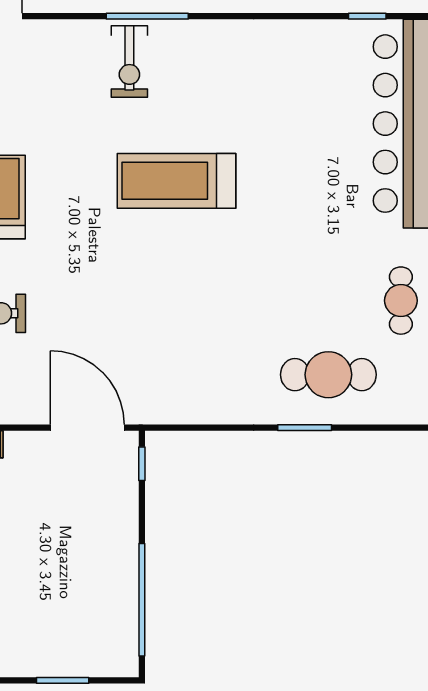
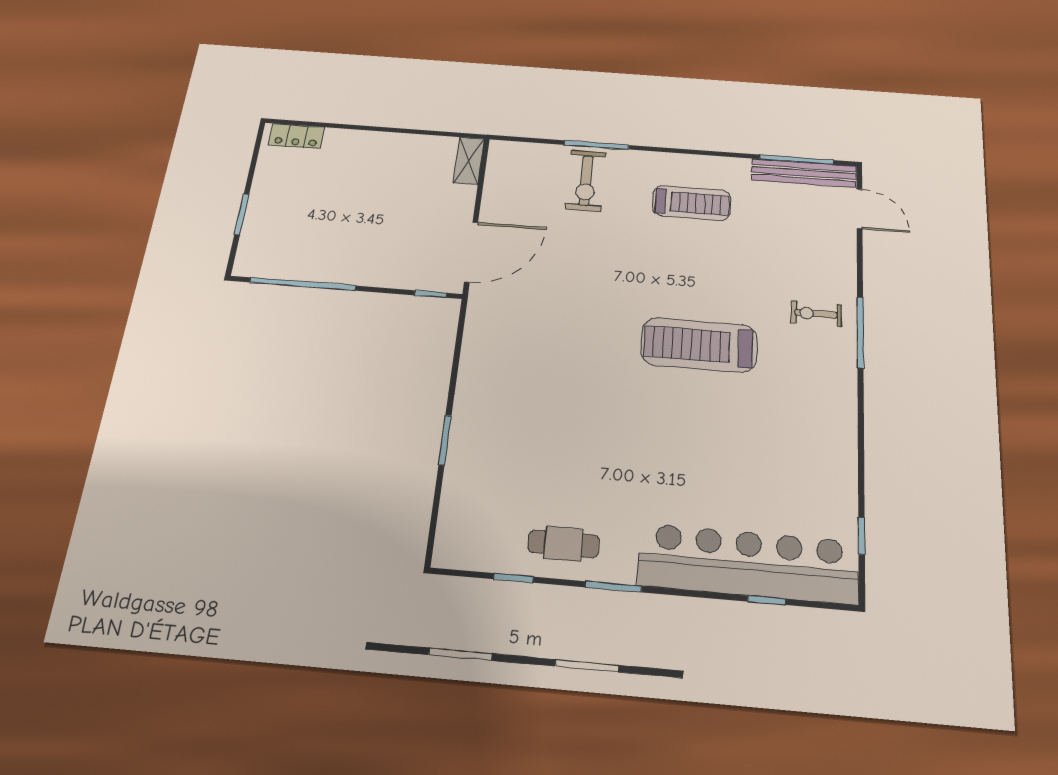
exercise bike: (129, 62) -> (816, 314), width x0.73, depth x0.72
treadmill: (176, 181) -> (699, 345), turned -90
cafe table: (328, 375) -> (495, 467), removed

